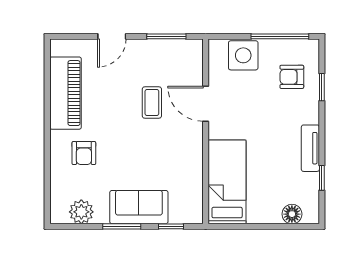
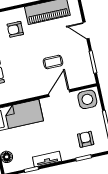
side table: (243, 55) -> (87, 99), moved

